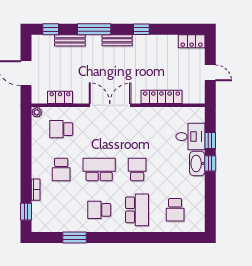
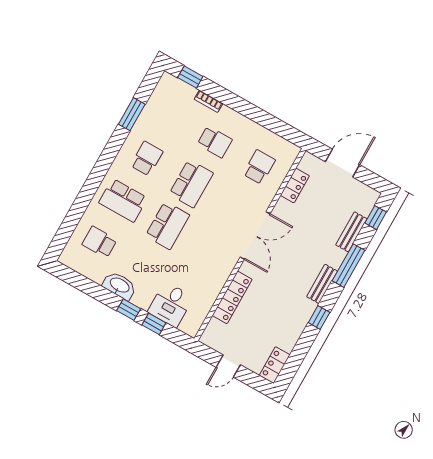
plant: (37, 112) -> (293, 151), removed
washbasin: (197, 163) -> (119, 286), moved
school desk: (61, 169) -> (215, 142), turned 180
school desk: (137, 169) -> (167, 225), width x1.85

